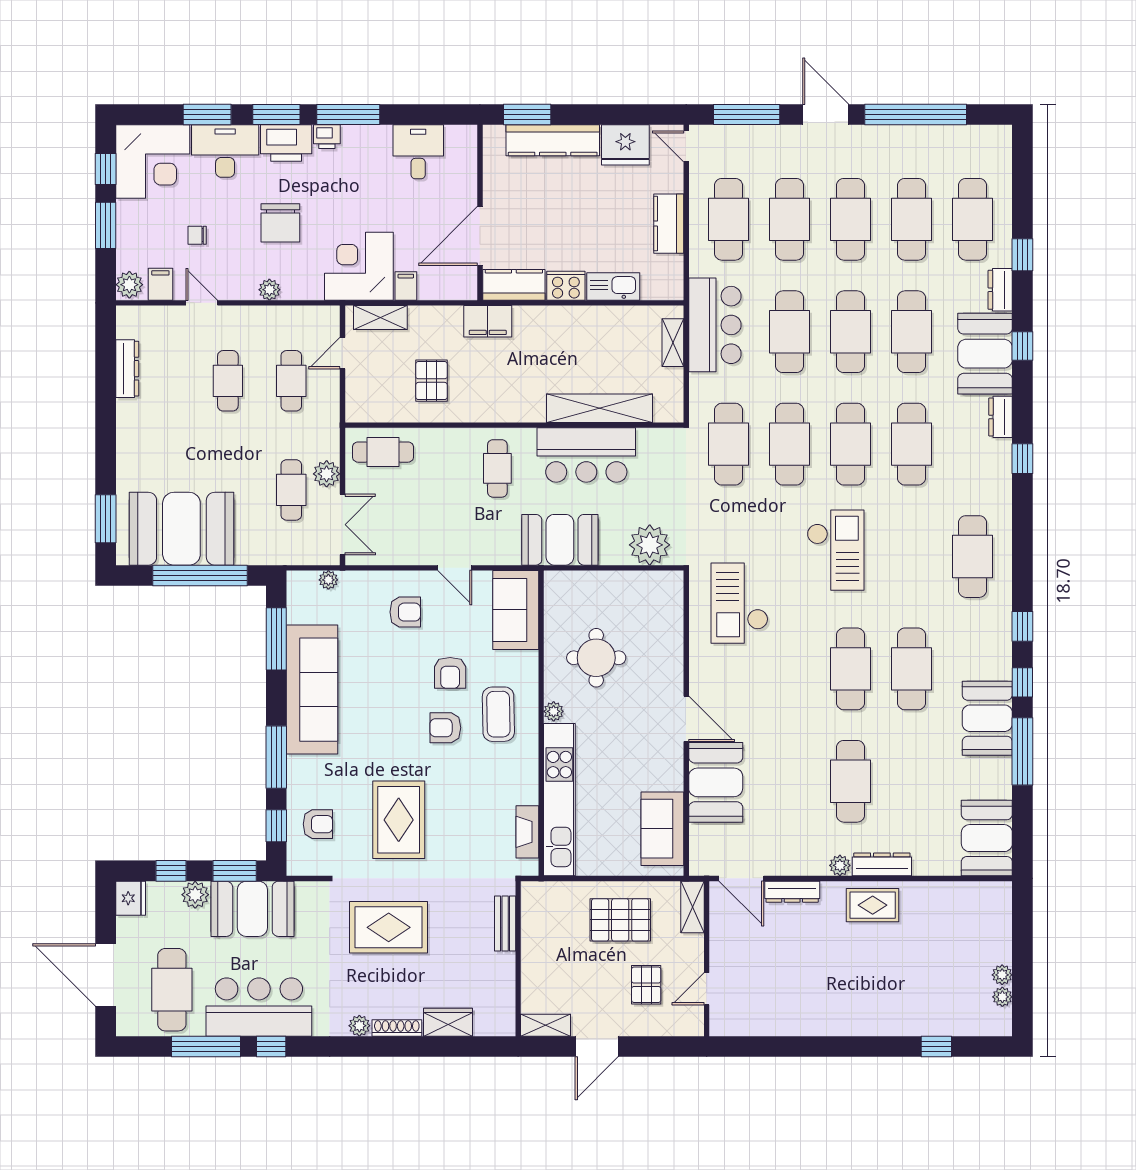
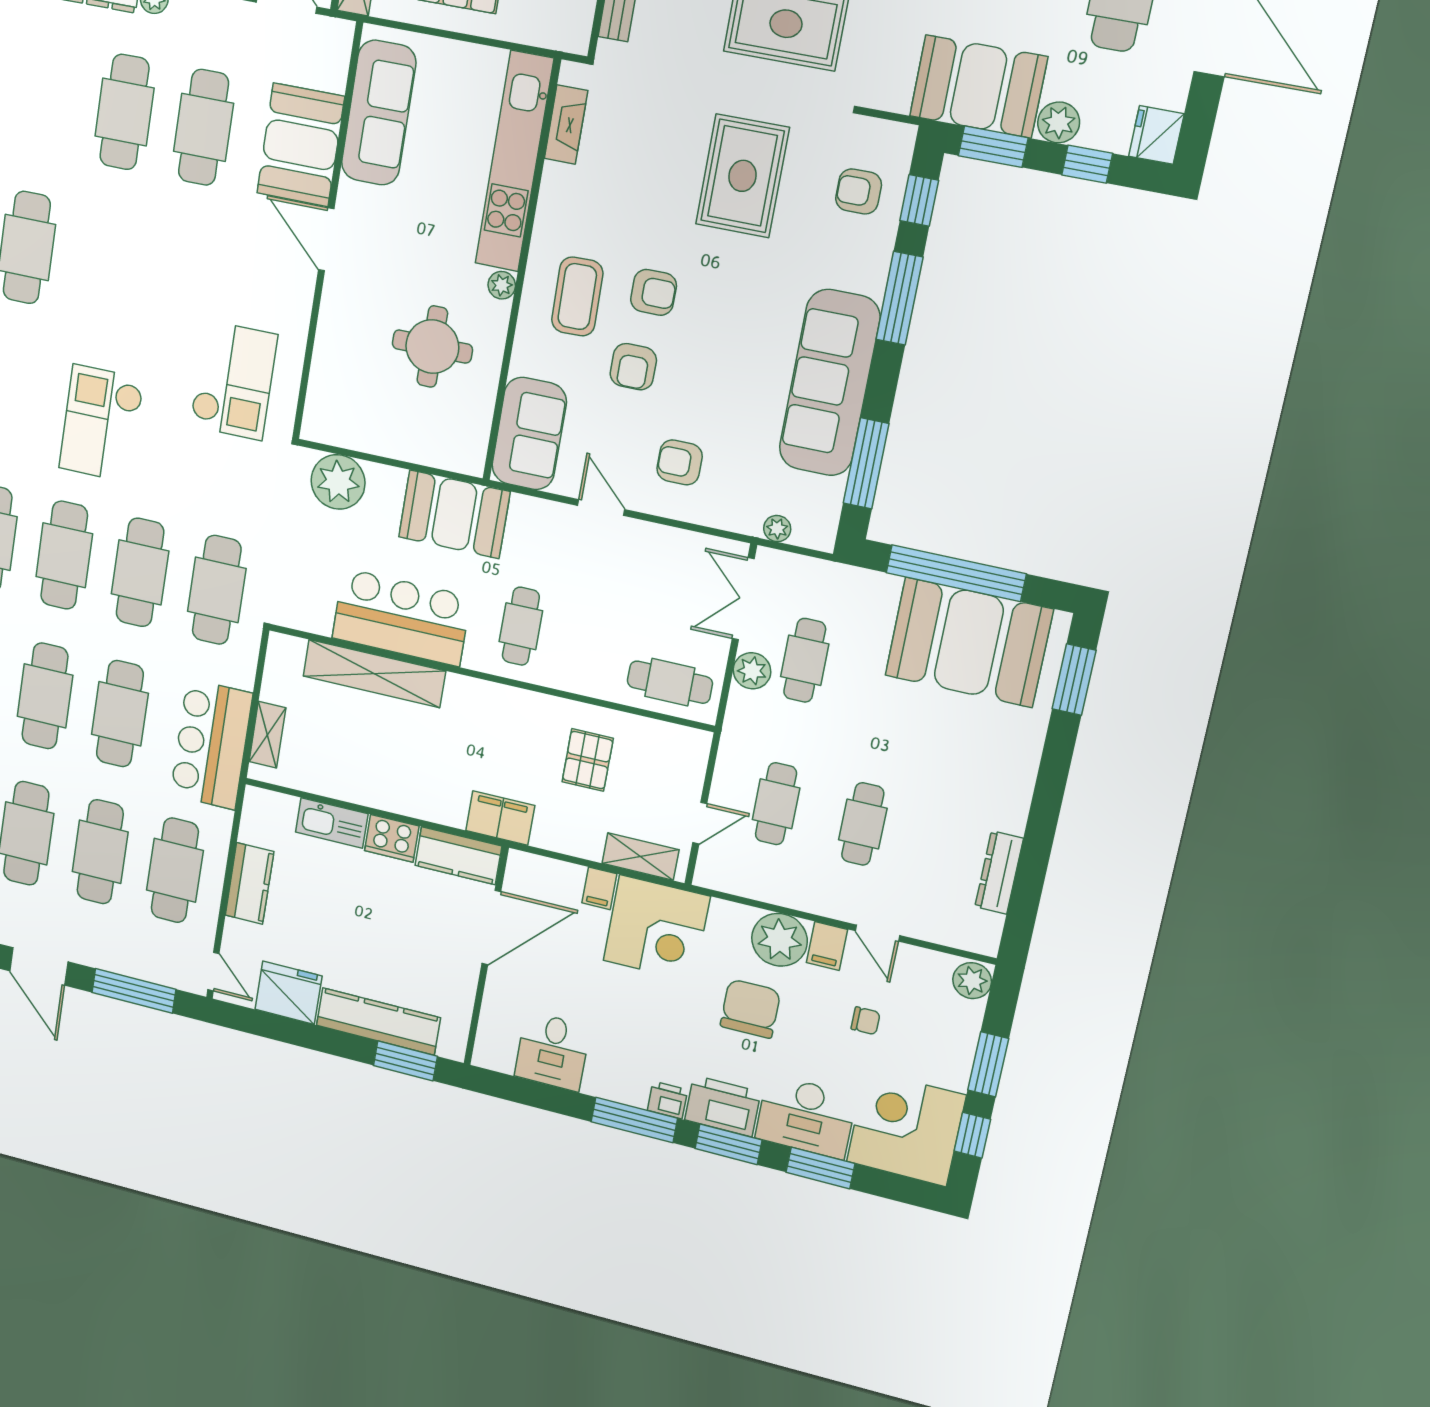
filing cabinet: (160, 284) -> (827, 946), moved
plant: (269, 290) -> (780, 940), width x1.87, depth x1.87
cafe table: (851, 669) -> (204, 127), moved
armchair: (450, 673) -> (633, 367), turned 180
sofa: (662, 829) -> (379, 113), width x1.36

